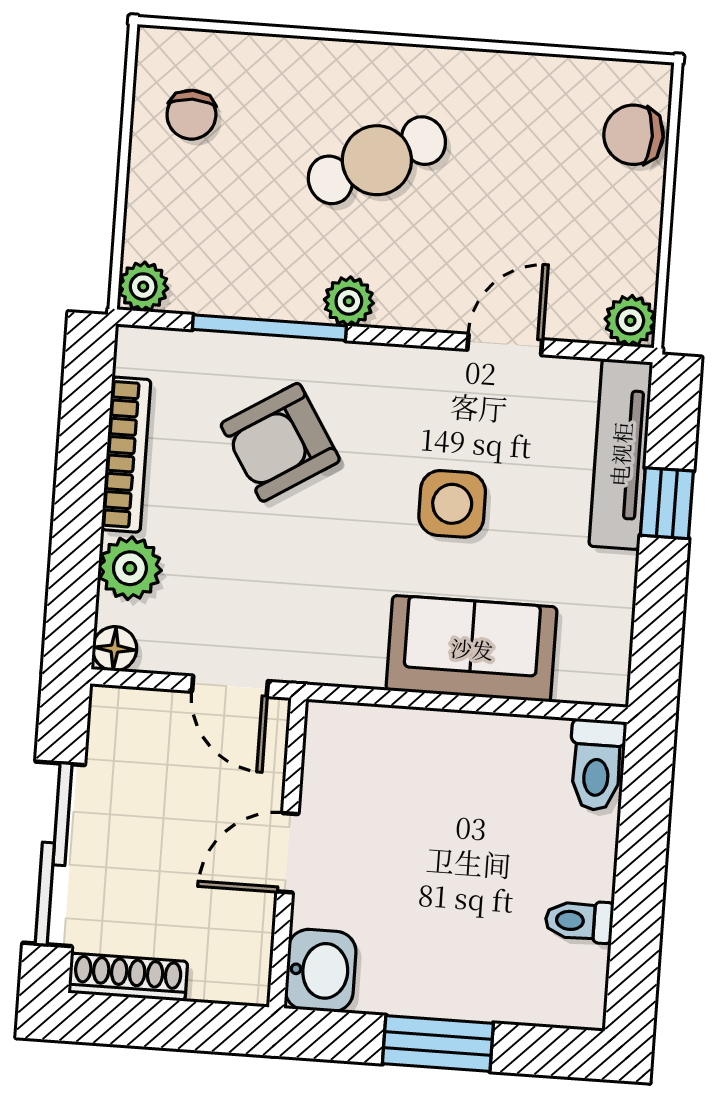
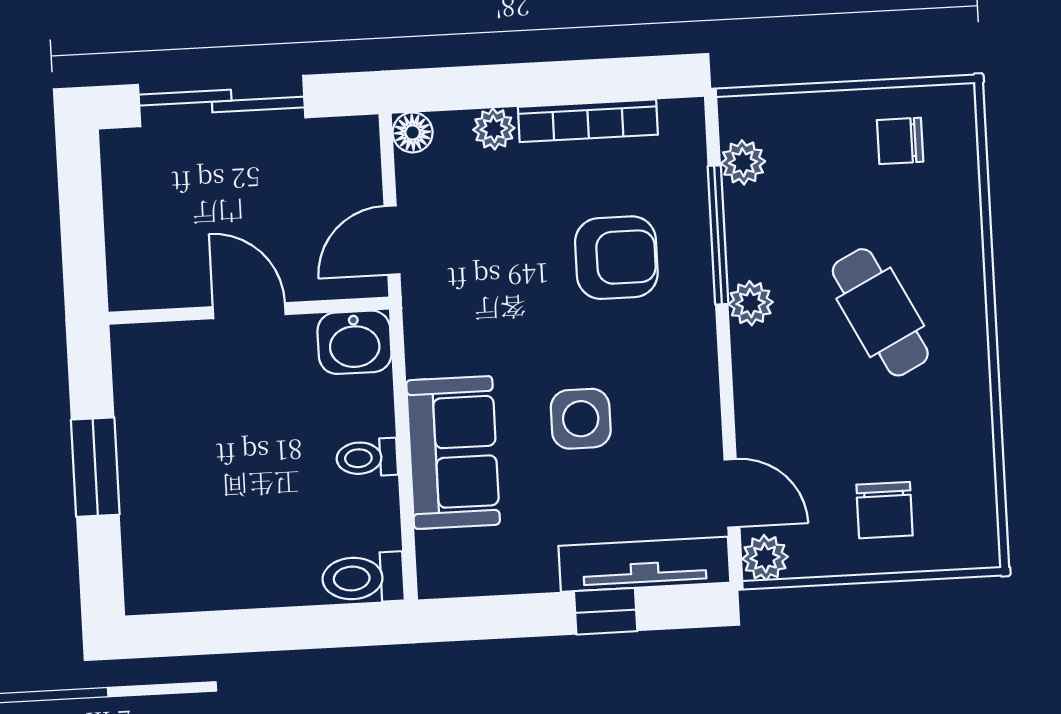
chair: (633, 135) -> (885, 510), moved, turned 180
plant: (143, 287) -> (743, 162), moved
door: (505, 345) -> (732, 493), moved
armchair: (280, 442) -> (616, 258), turned 122
plant: (130, 568) -> (494, 129), width x0.73, depth x0.73
toilet: (579, 921) -> (367, 458), moved, turned -90
washbasin: (320, 971) -> (354, 342), moved
shoe rack: (128, 977) -> (120, 182), removed

